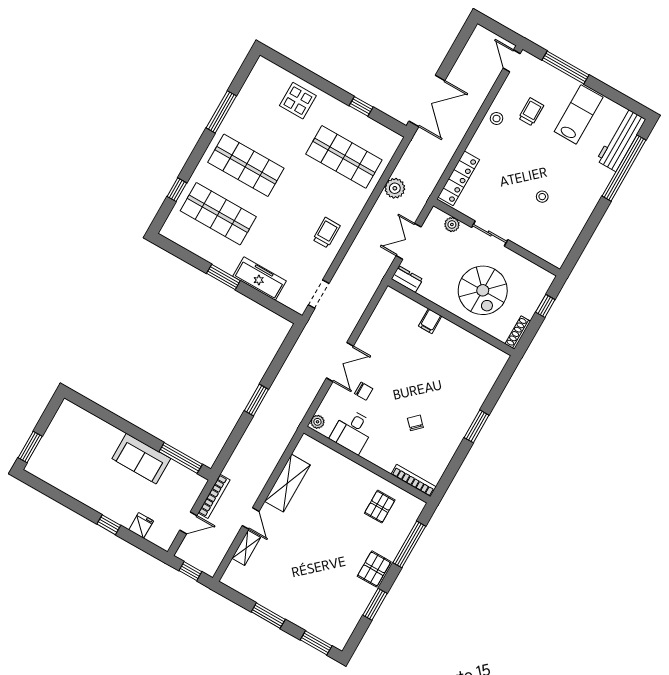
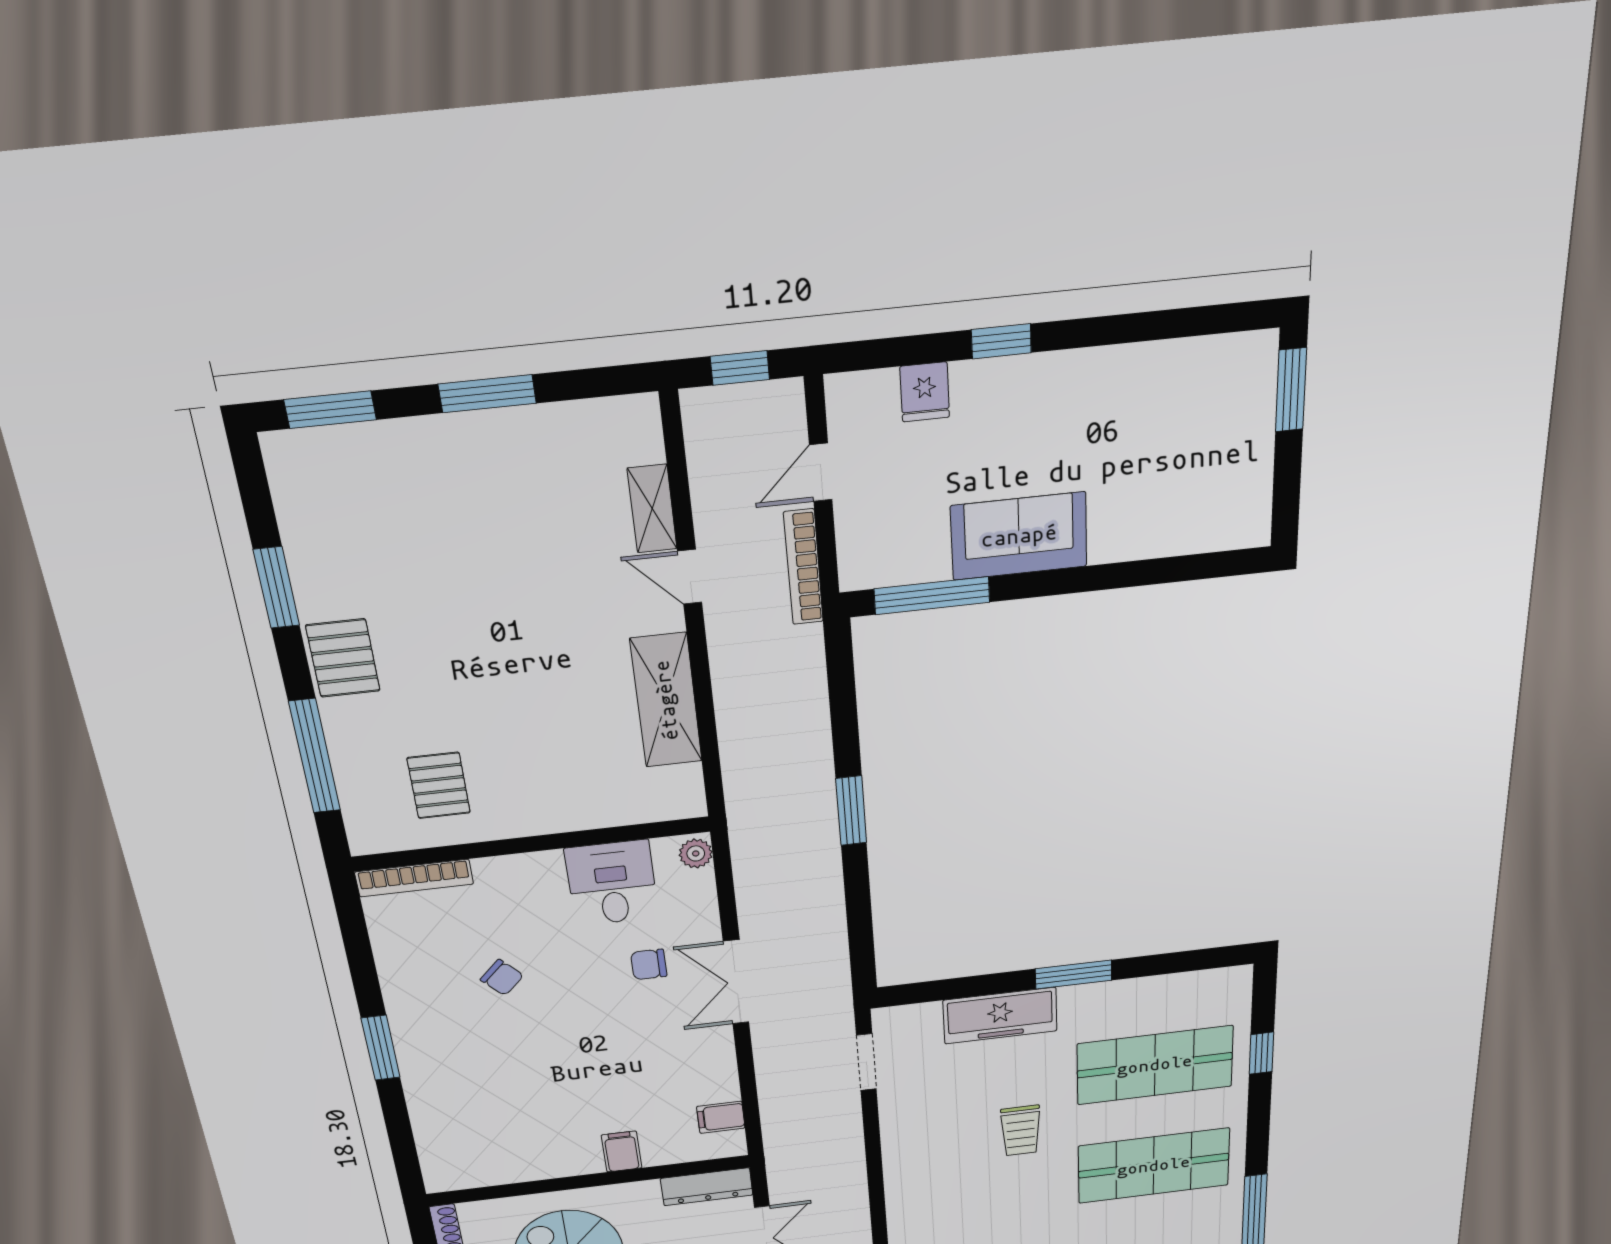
trolley: (326, 233) -> (1021, 1131), moved
dresser: (407, 279) -> (707, 1187), width x1.44
filing cabinet: (385, 309) -> (721, 1117), added

